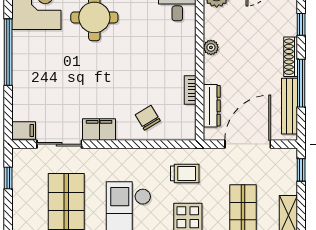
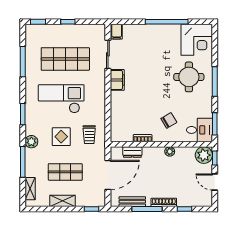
dresser: (212, 106) -> (132, 152), width x0.70
bench: (289, 106) -> (132, 202), width x0.73
chair: (148, 118) -> (169, 120), moved
door: (248, 144) -> (108, 175), hinge flipped
window: (8, 178) -> (68, 22), moved

